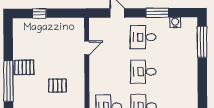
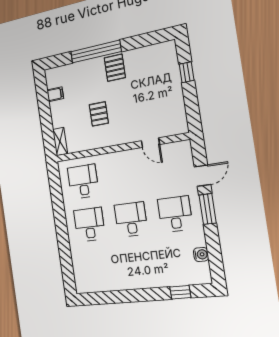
window: (157, 13) -> (208, 209), moved
window: (202, 42) -> (180, 292), width x0.46

